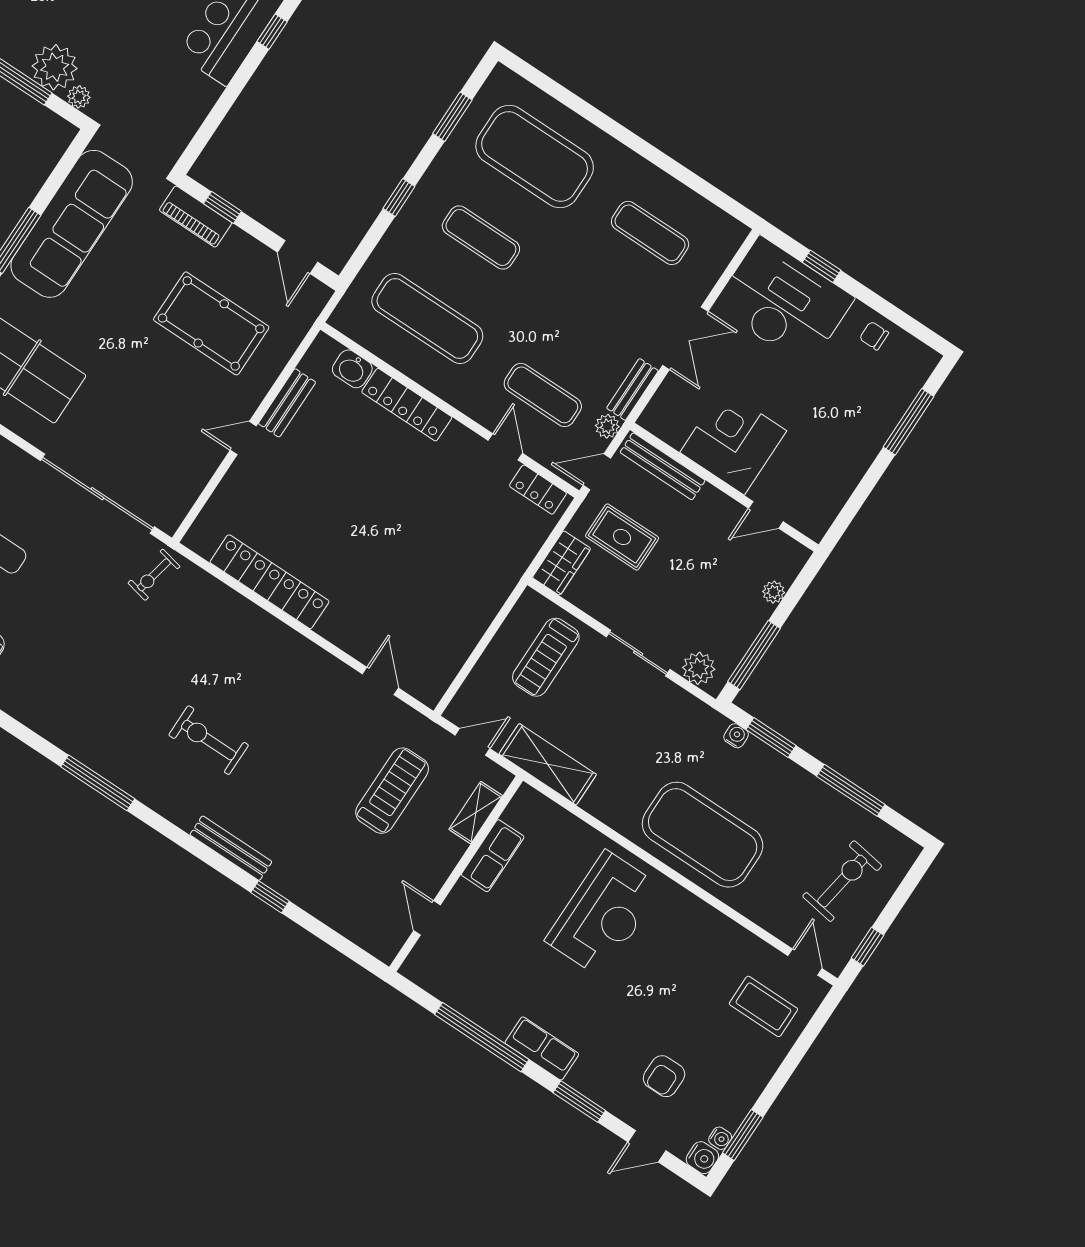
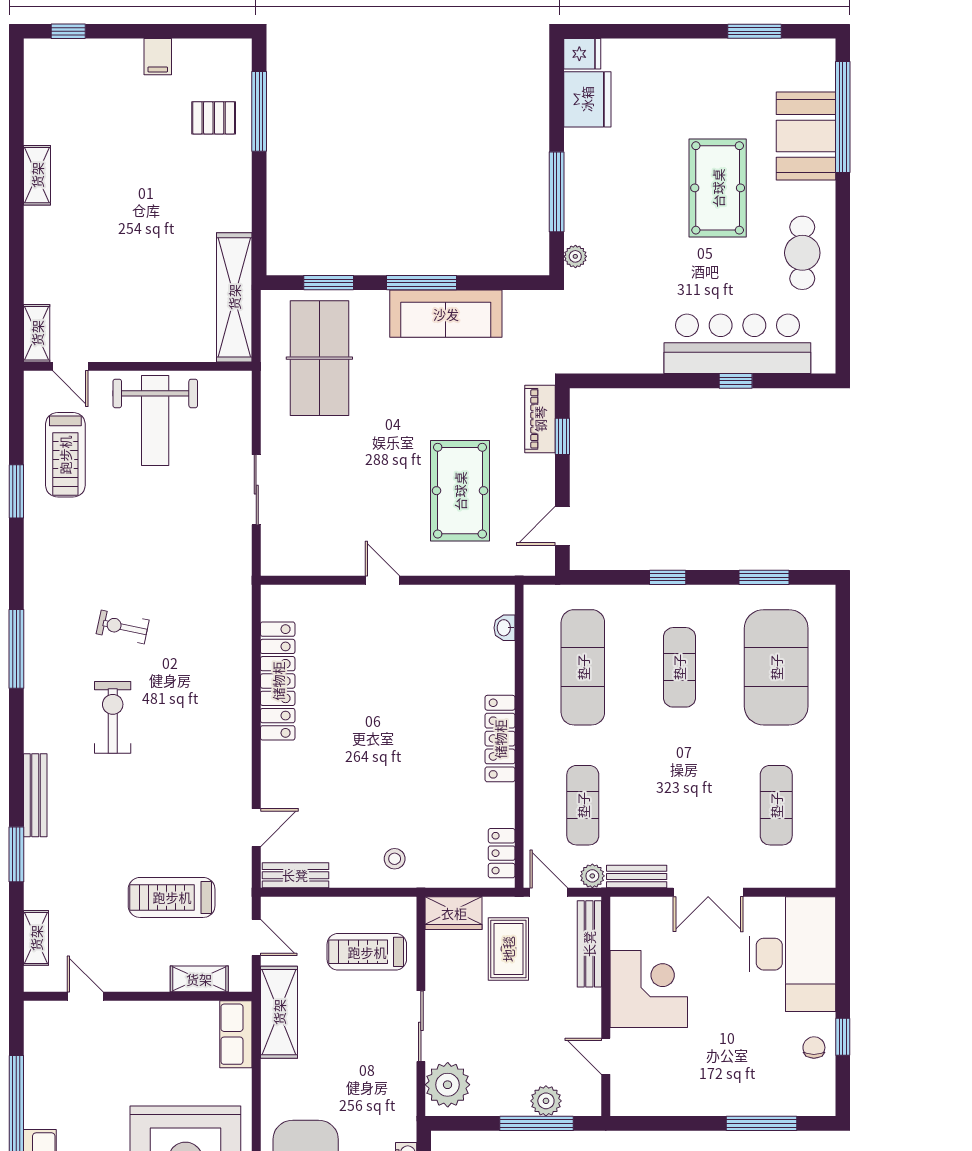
plant: (55, 67) -> (587, 220), removed
sofa: (72, 224) -> (446, 314), width x0.74, depth x0.79
window: (822, 266) -> (843, 1037), moved
washbasin: (352, 369) -> (504, 628), width x0.72, depth x0.69
bench: (287, 403) -> (295, 875), moved
locker: (407, 405) -> (500, 739), moved
door: (505, 447) -> (519, 803), removed
sliding door: (97, 494) -> (256, 490), width x0.54
exercise bike: (154, 575) -> (123, 627), moved
stool: (483, 582) -> (395, 859), added
plant: (774, 592) -> (546, 1101), width x1.38, depth x1.38
window: (754, 655) -> (536, 1123), moved
plant: (699, 668) -> (448, 1085), width x1.36, depth x1.36
treadmill: (392, 791) -> (172, 897), turned 180
row of seats: (493, 856) -> (236, 1034), moved, turned 90
window: (270, 897) -> (16, 854), width x1.50
door: (427, 918) -> (85, 996), hinge flipped
shelving: (351, 927) -> (36, 938), added

